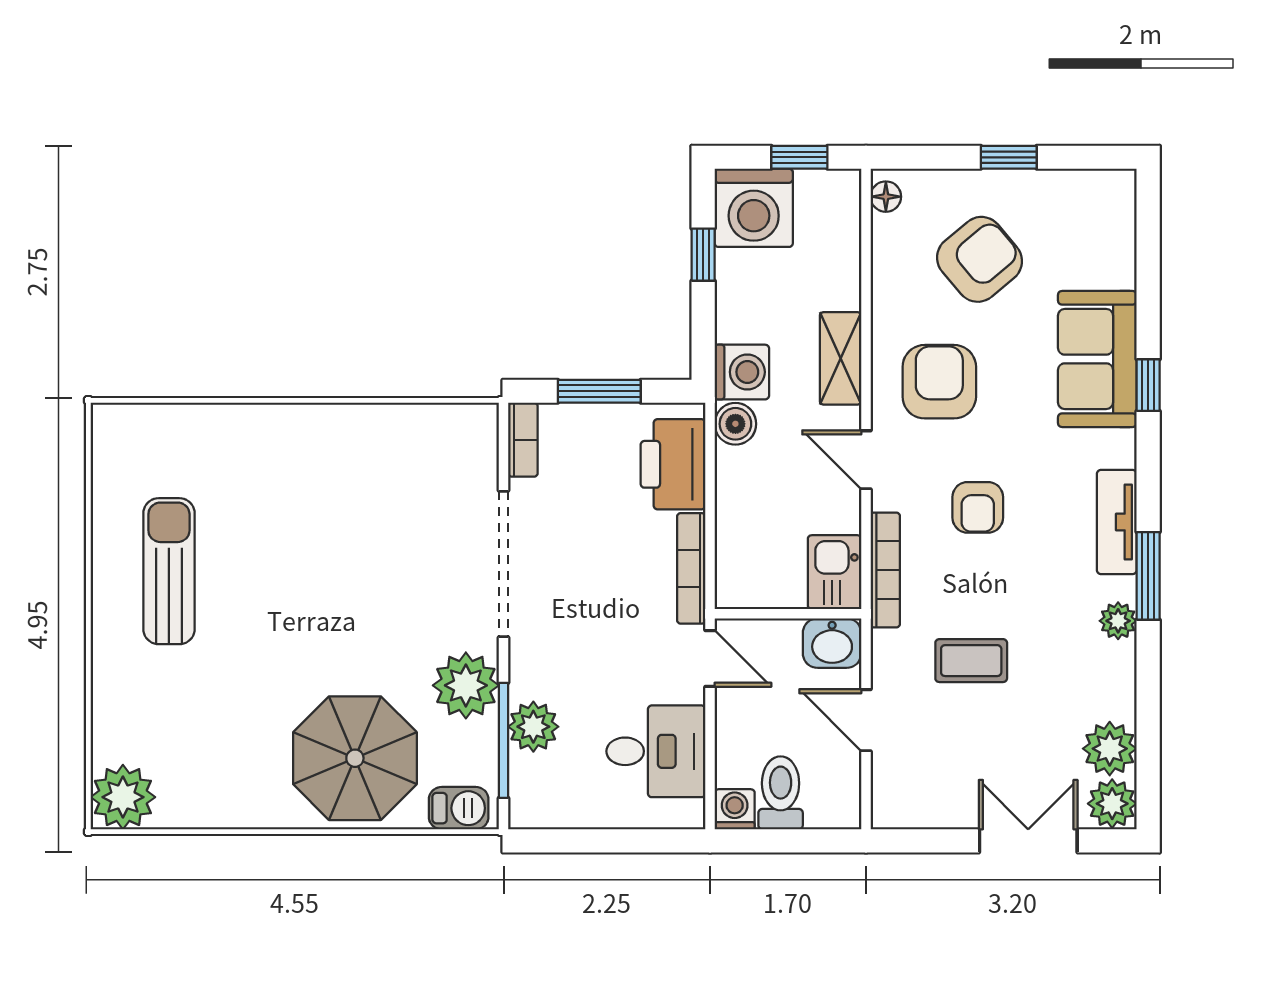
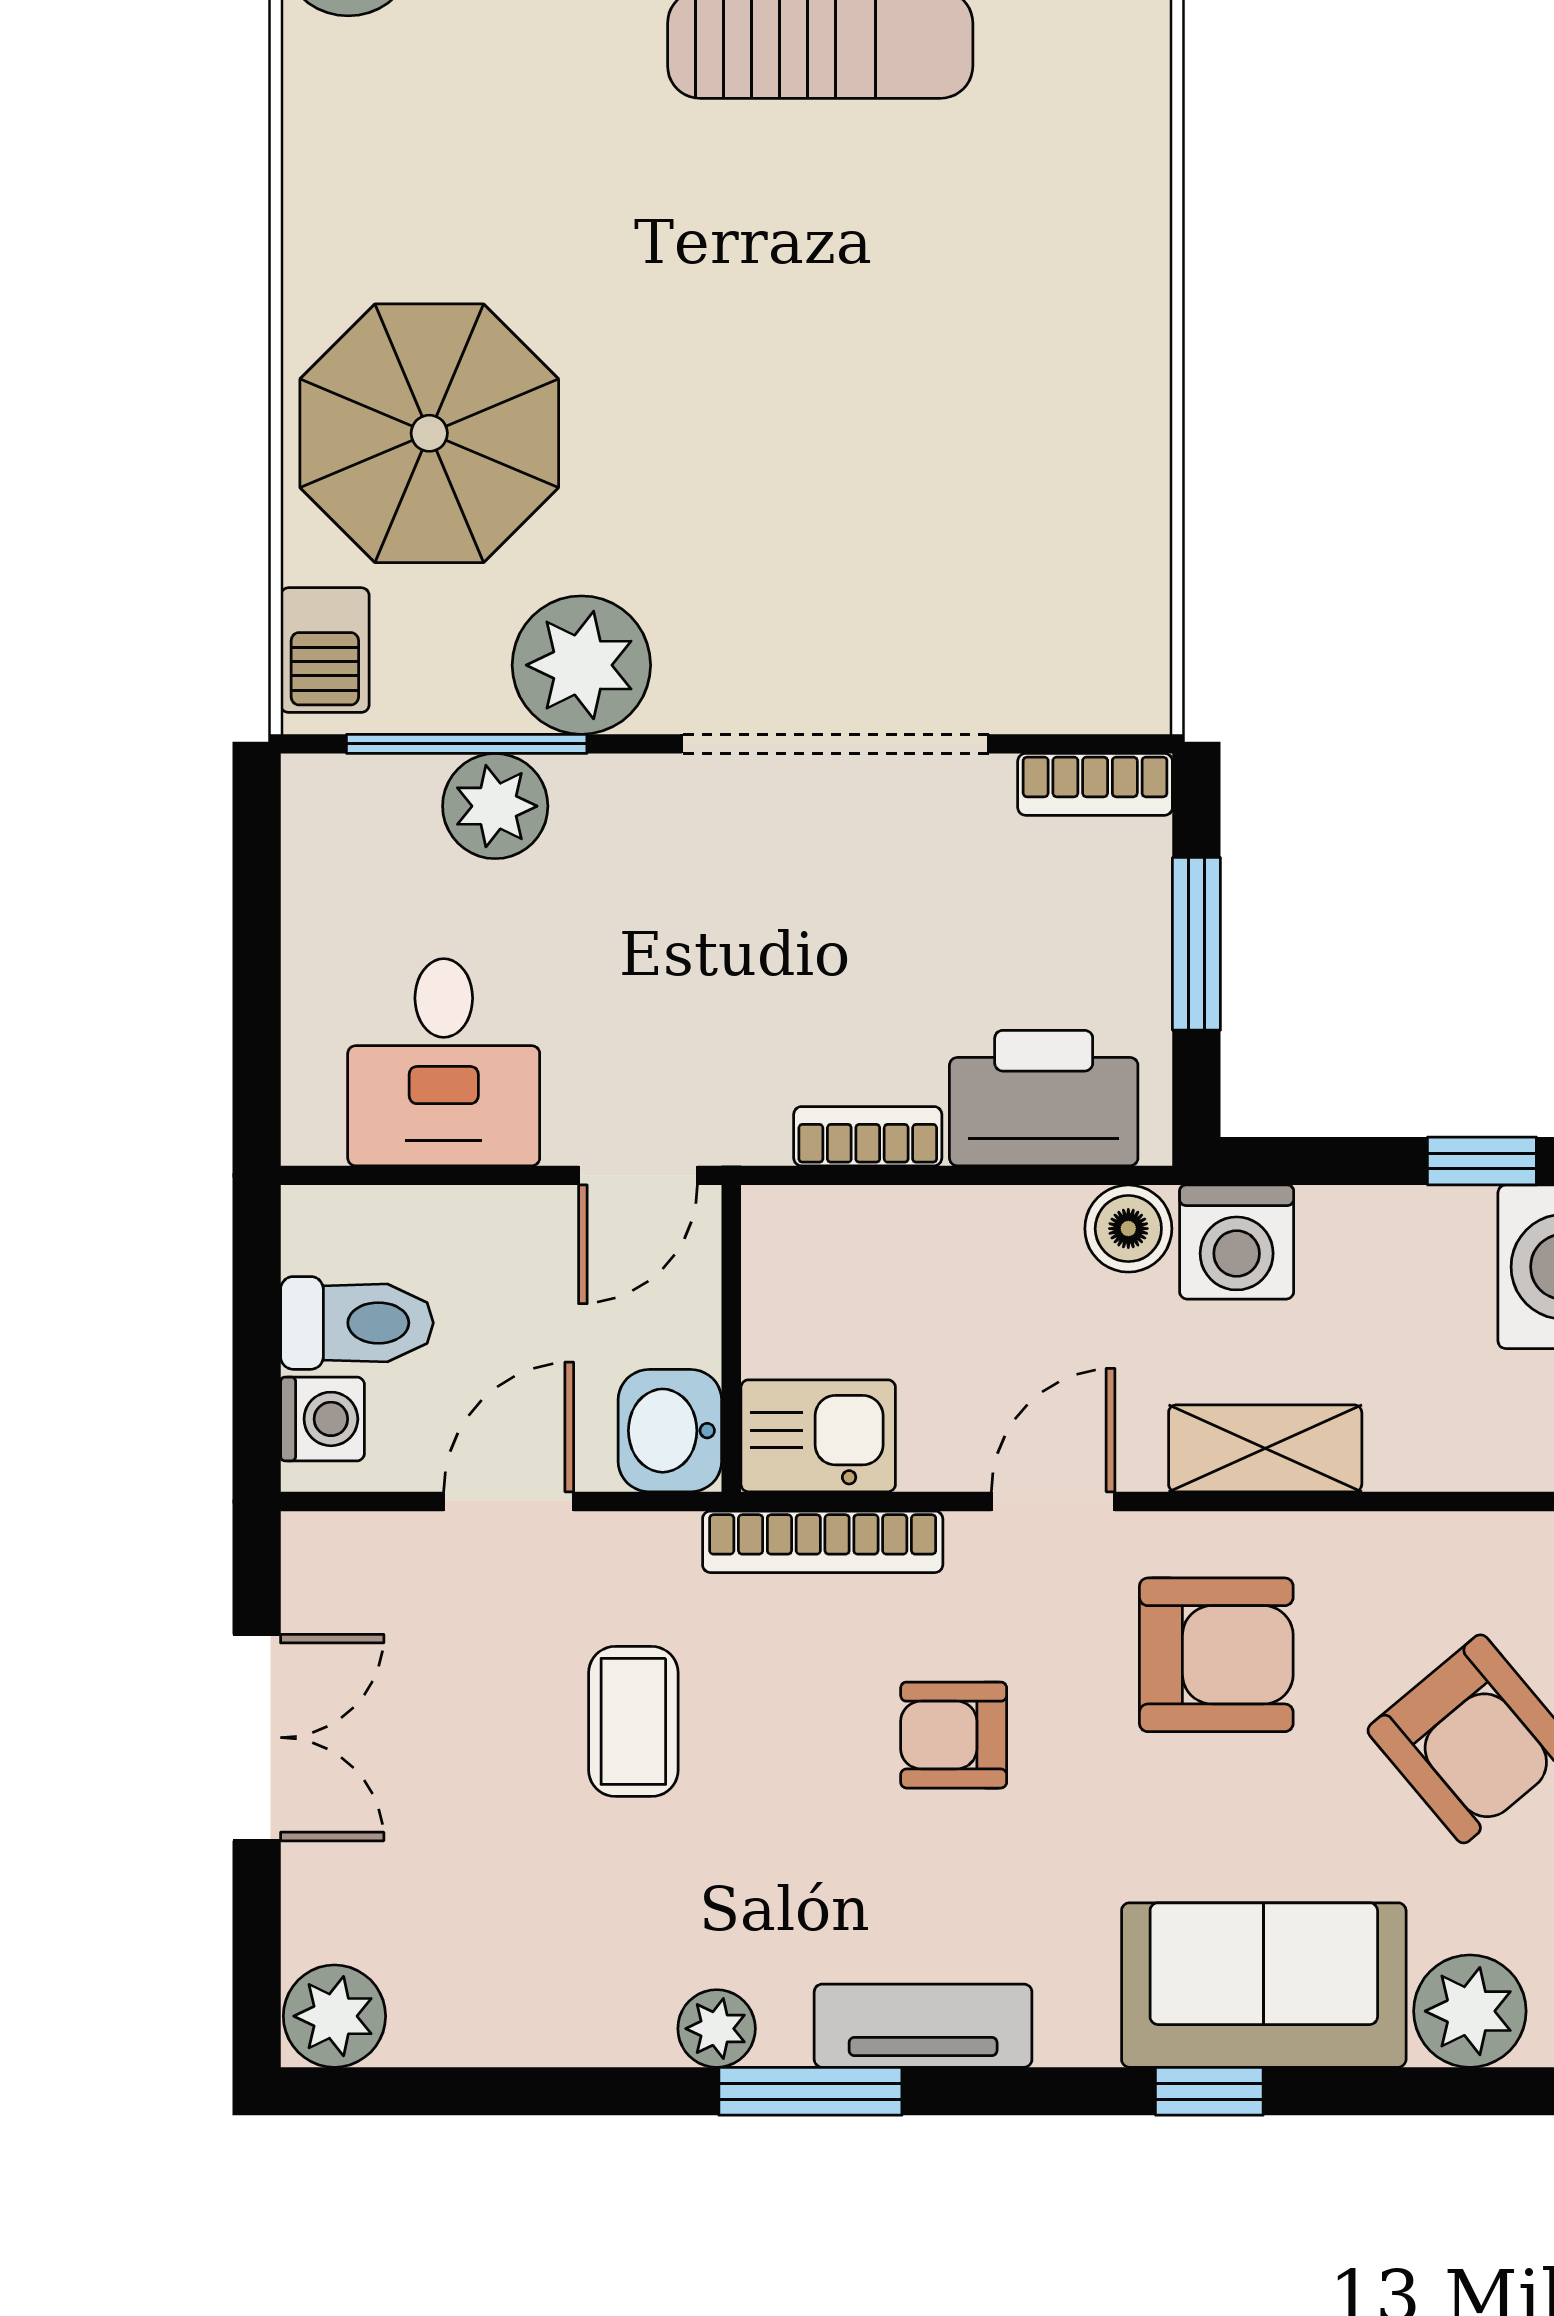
bookcase: (691, 568) -> (868, 1136), width x0.64
plant: (1110, 749) -> (1470, 2011), moved
washing machine: (735, 809) -> (323, 1419), moved
double door: (1028, 841) -> (257, 1738), moved

